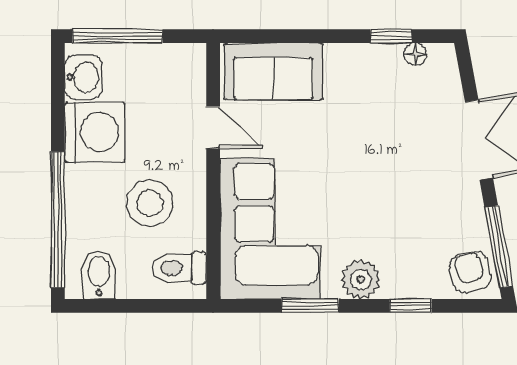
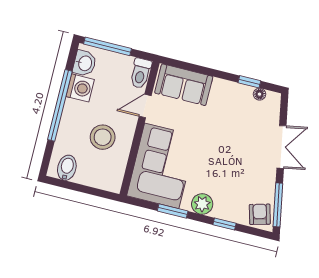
door: (213, 127) -> (145, 106), swing flipped
washing machine: (95, 132) -> (80, 88), width x0.73, depth x0.73
window: (58, 220) -> (60, 105), moved
toilet: (179, 268) -> (141, 73), moved, turned -90

